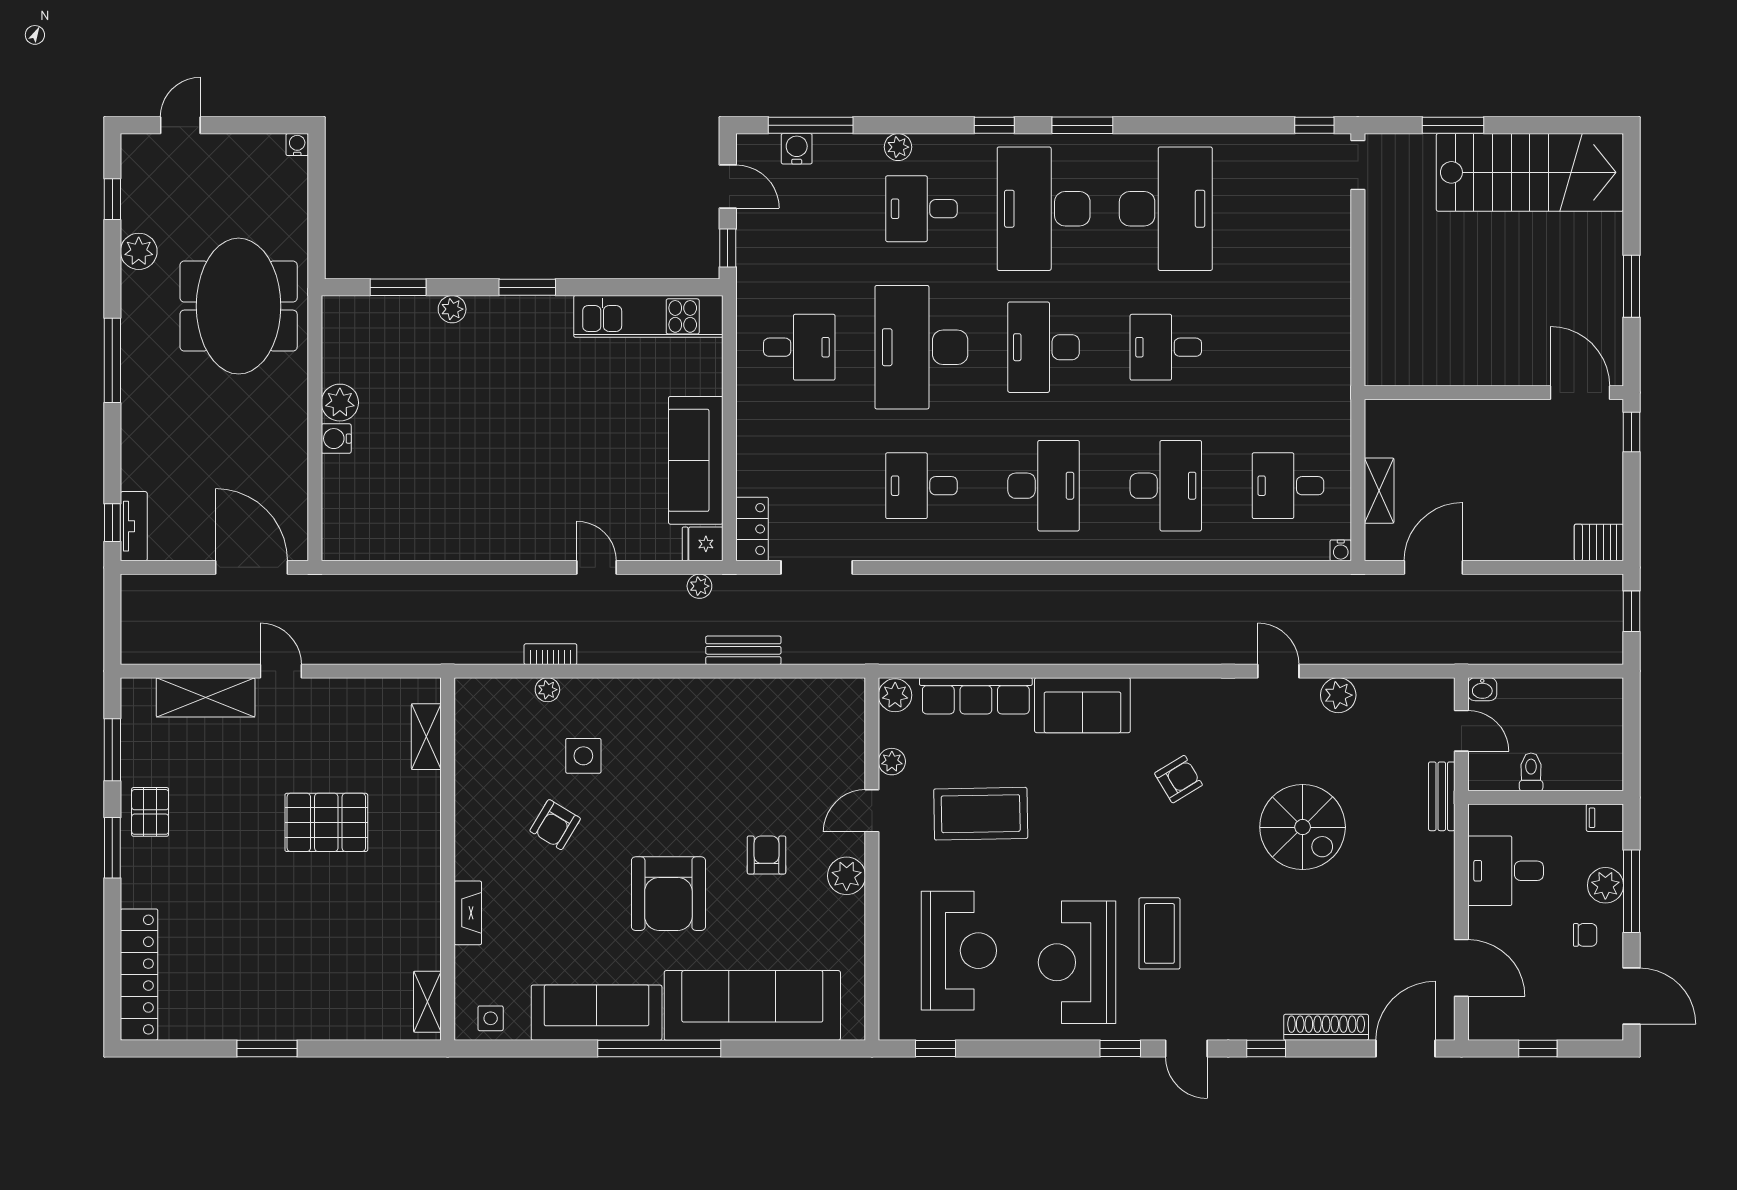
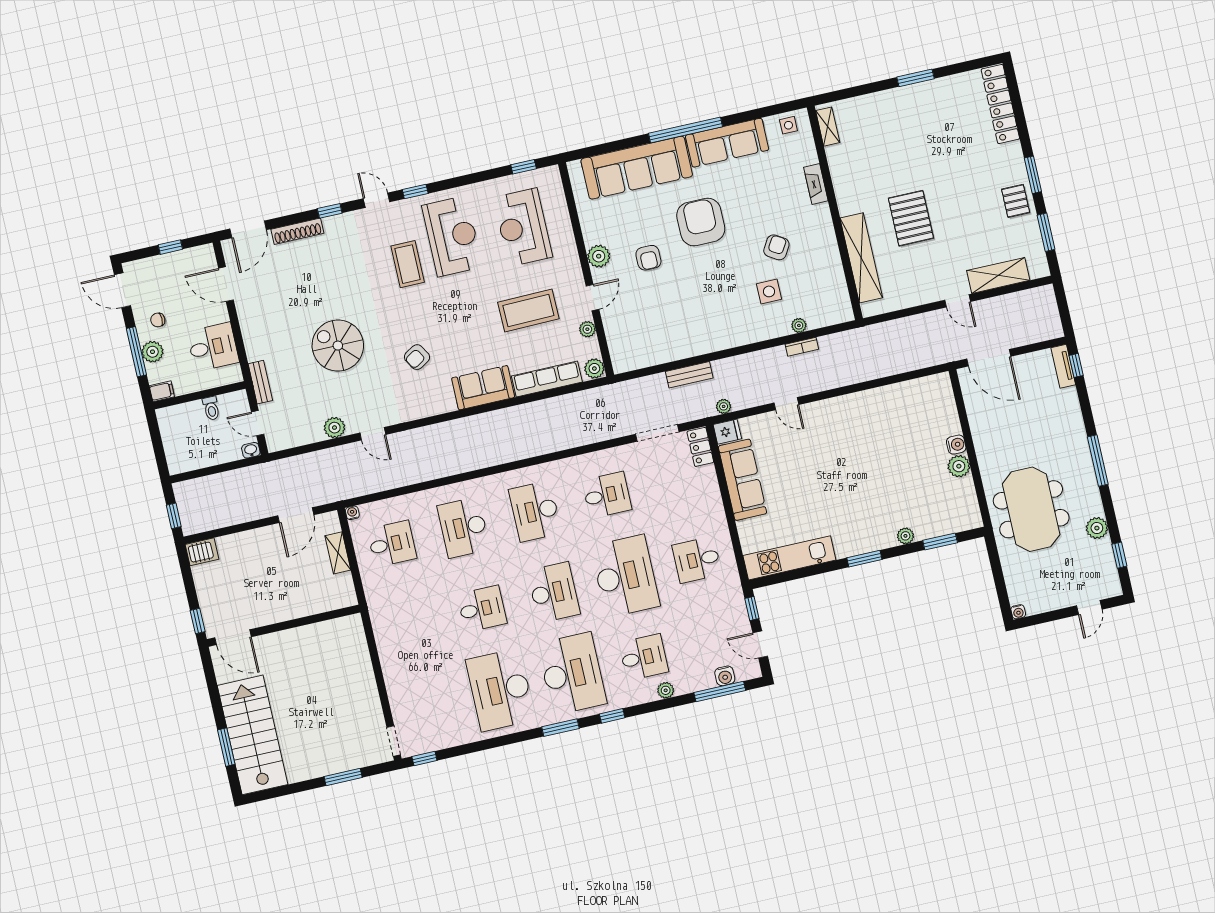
stairs: (1530, 172) -> (253, 735), moved, turned 90
window: (1631, 286) -> (226, 747), moved
shelving: (426, 737) -> (861, 258), width x2.20, depth x1.33
pallet: (326, 822) -> (911, 218), turned 90

